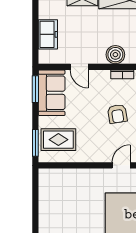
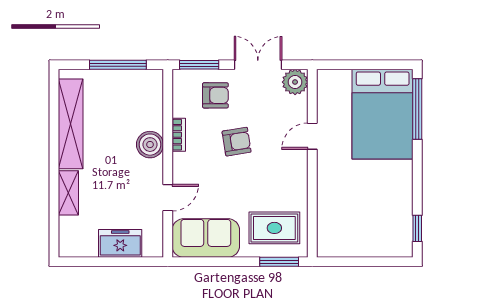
window: (35, 89) -> (200, 262), removed
rug: (58, 140) -> (274, 228), turned 90
door: (121, 165) -> (312, 136), hinge flipped

